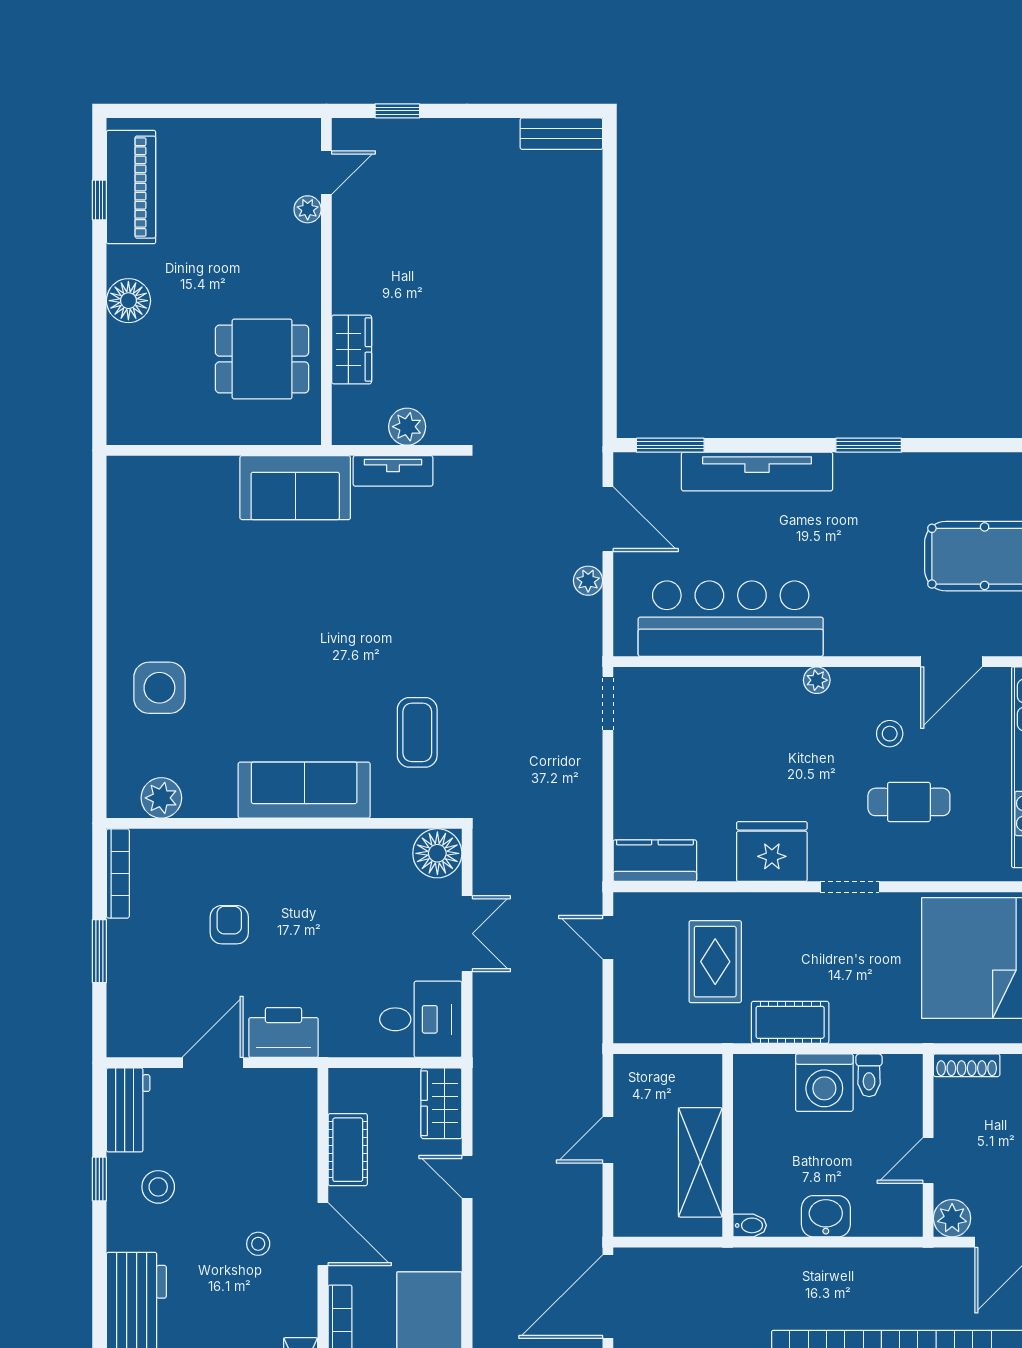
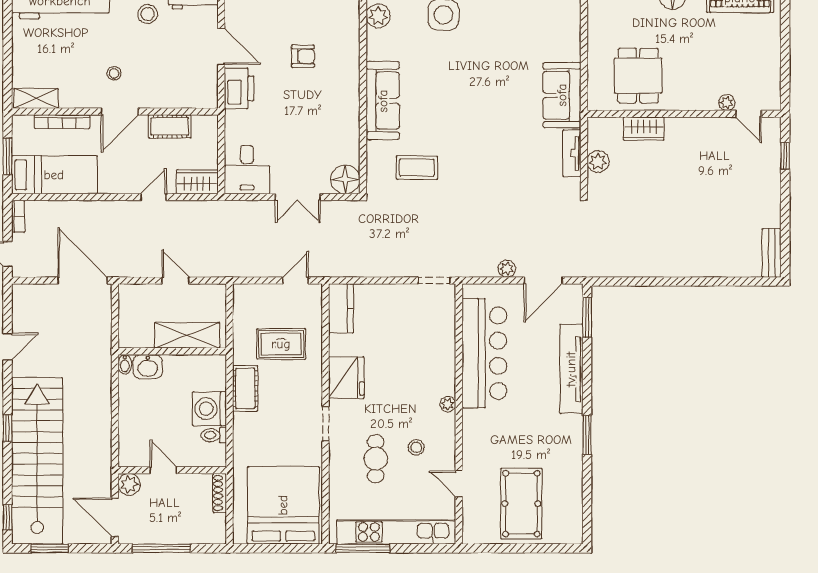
door: (951, 662) -> (459, 484), width x0.73
shelving: (700, 1162) -> (187, 335), moved
washbasin: (826, 1216) -> (148, 367), moved, turned 90

